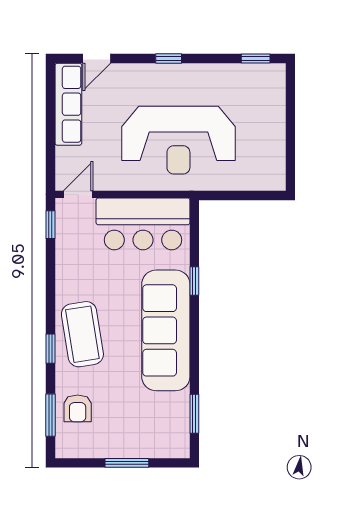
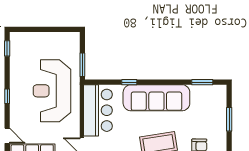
reception desk: (178, 140) -> (52, 91), turned 180
window: (226, 196) -> (82, 65), added

